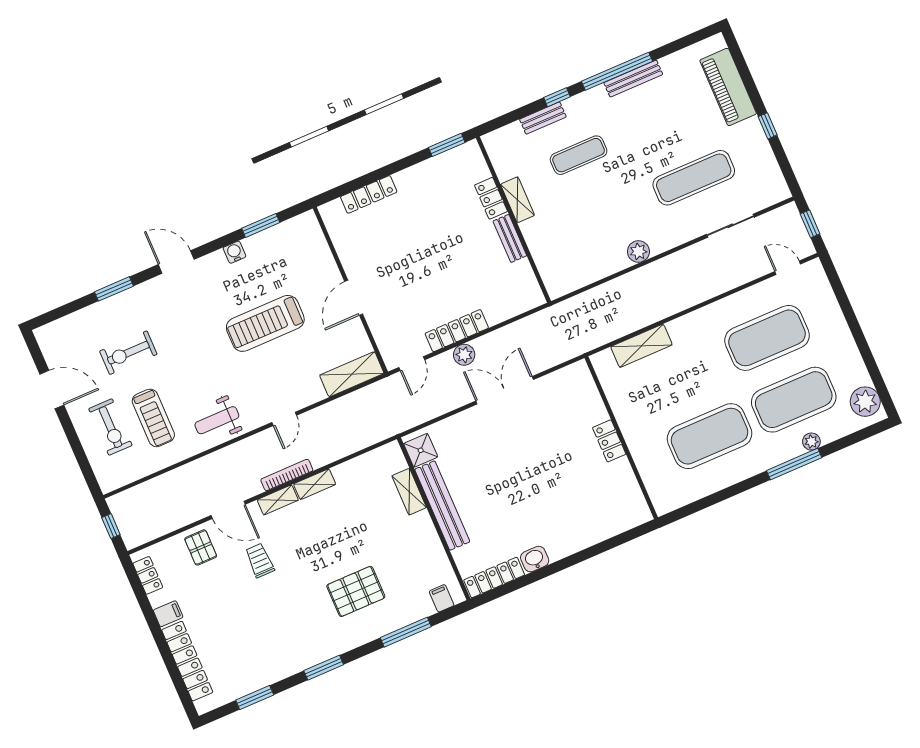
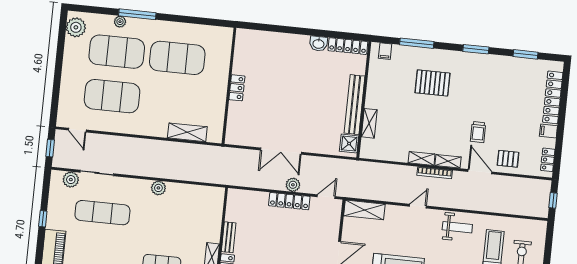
plant: (760, 198) -> (71, 180), added
pallet: (201, 547) -> (508, 159), turned 90

